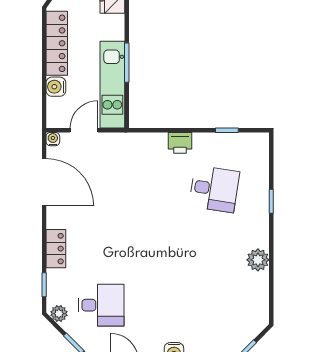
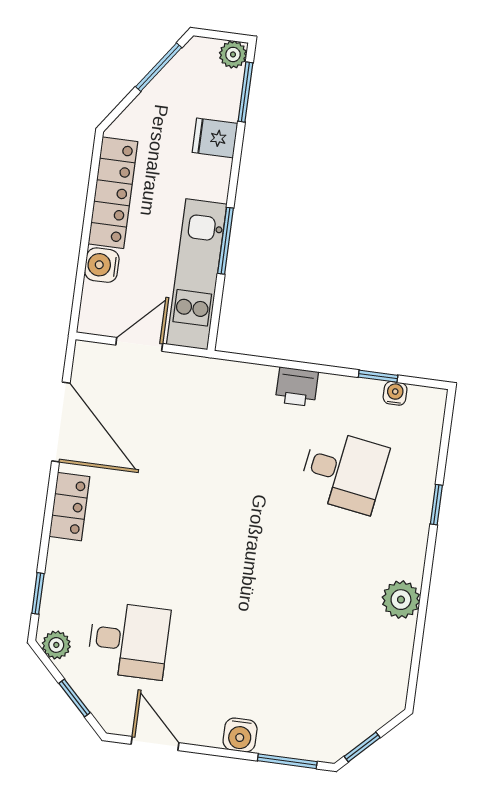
water cooler: (53, 139) -> (395, 393), moved
locker: (56, 249) -> (70, 507), moved

